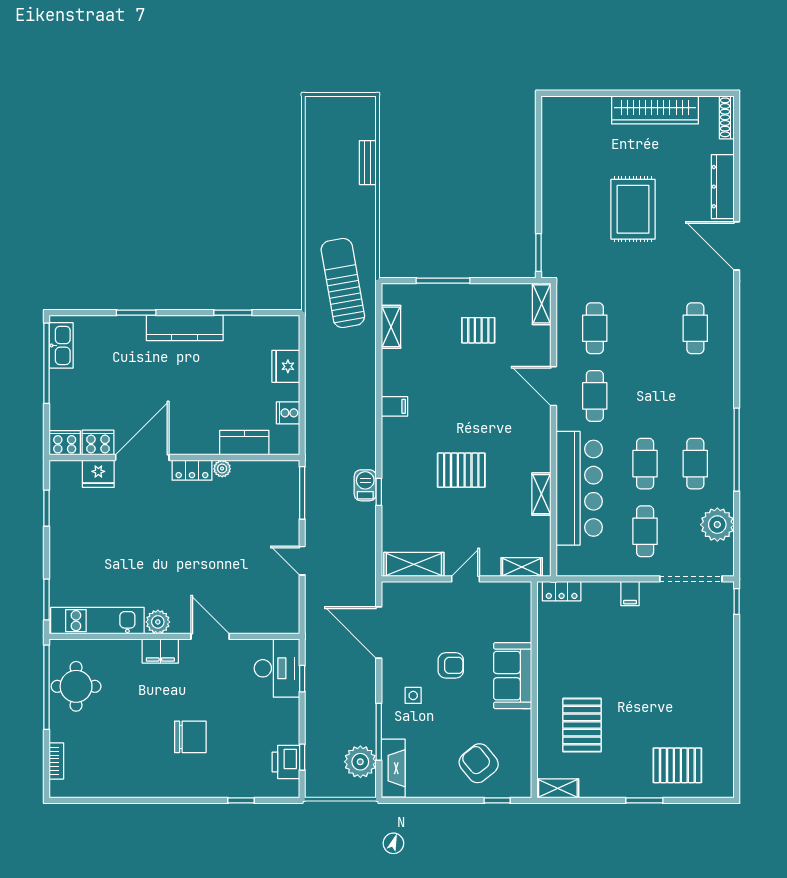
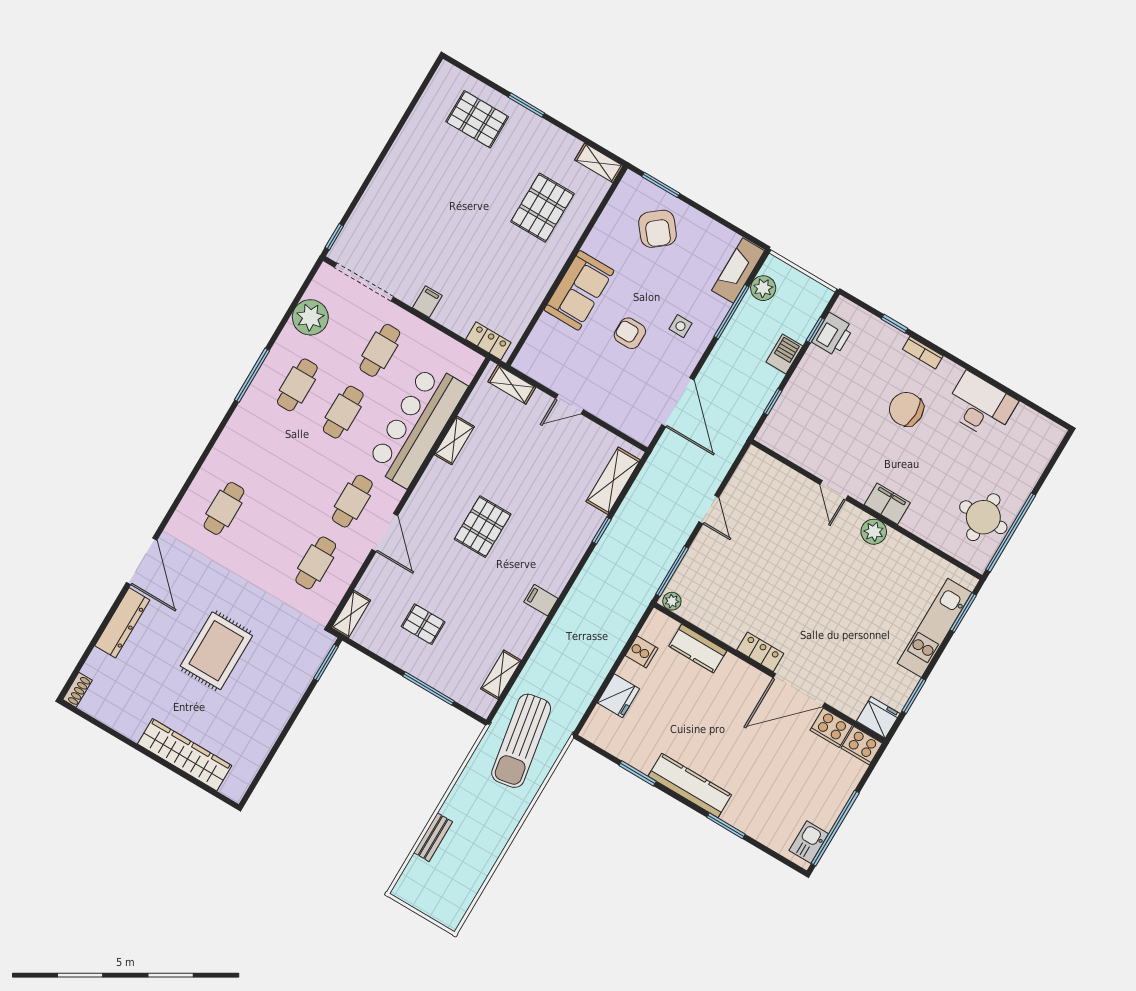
wardrobe: (655, 110) -> (185, 755), moved
shoe rack: (727, 117) -> (77, 690), width x0.70
kitchen sink: (61, 345) -> (809, 842), width x0.73
window: (737, 450) -> (252, 375), width x0.68
plant: (222, 469) -> (672, 601), moved
pallet: (461, 470) -> (483, 527), moved, turned 90
fridge: (98, 474) -> (878, 717), moved
barbecue: (365, 485) -> (784, 354), moved, turned 180
shelving: (414, 564) -> (613, 481), moved, turned 90
kitchen unit: (97, 621) -> (935, 628), moved, turned 90
door: (210, 636) -> (834, 490), width x0.73
desk: (277, 668) -> (980, 406), moved, turned 90
bookcase: (56, 761) -> (923, 353), moved, turned -90
plant: (360, 762) -> (763, 288), width x0.73, depth x0.73
window: (497, 800) -> (661, 185), width x1.50

